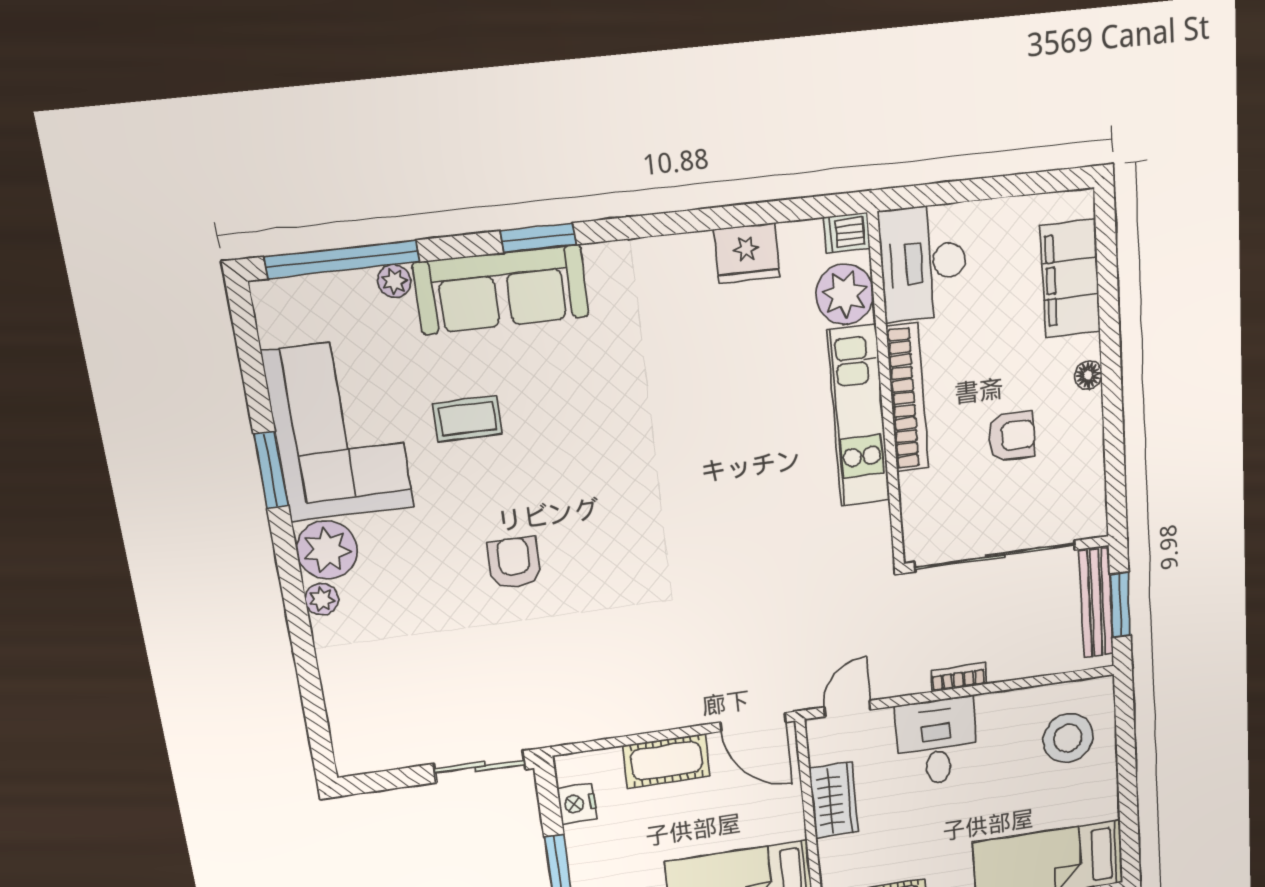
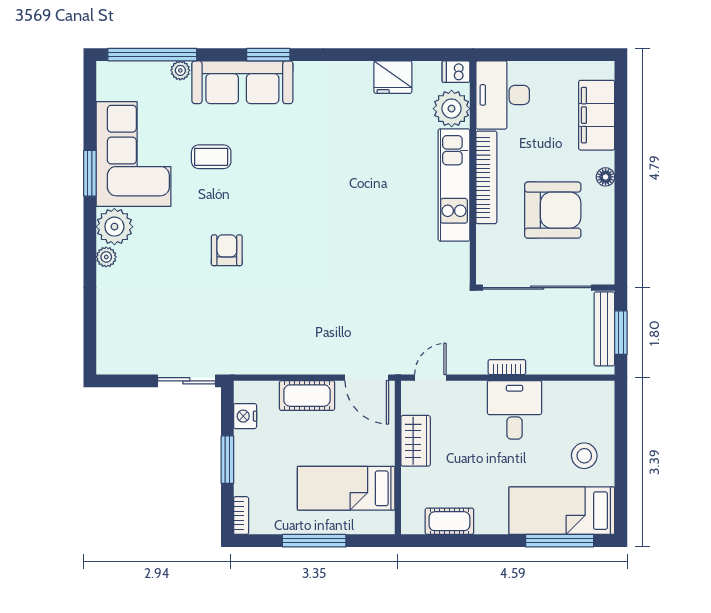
armchair: (1012, 436) -> (553, 210), width x1.88, depth x1.88
stool: (1068, 738) -> (584, 456), moved, width x0.73, depth x0.73
desk: (937, 742) -> (514, 410), moved

